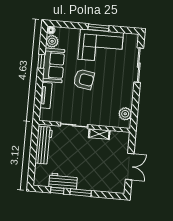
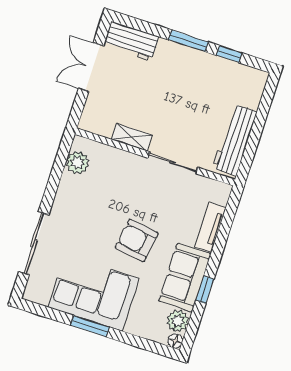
workbench: (63, 181) -> (131, 41), moved

